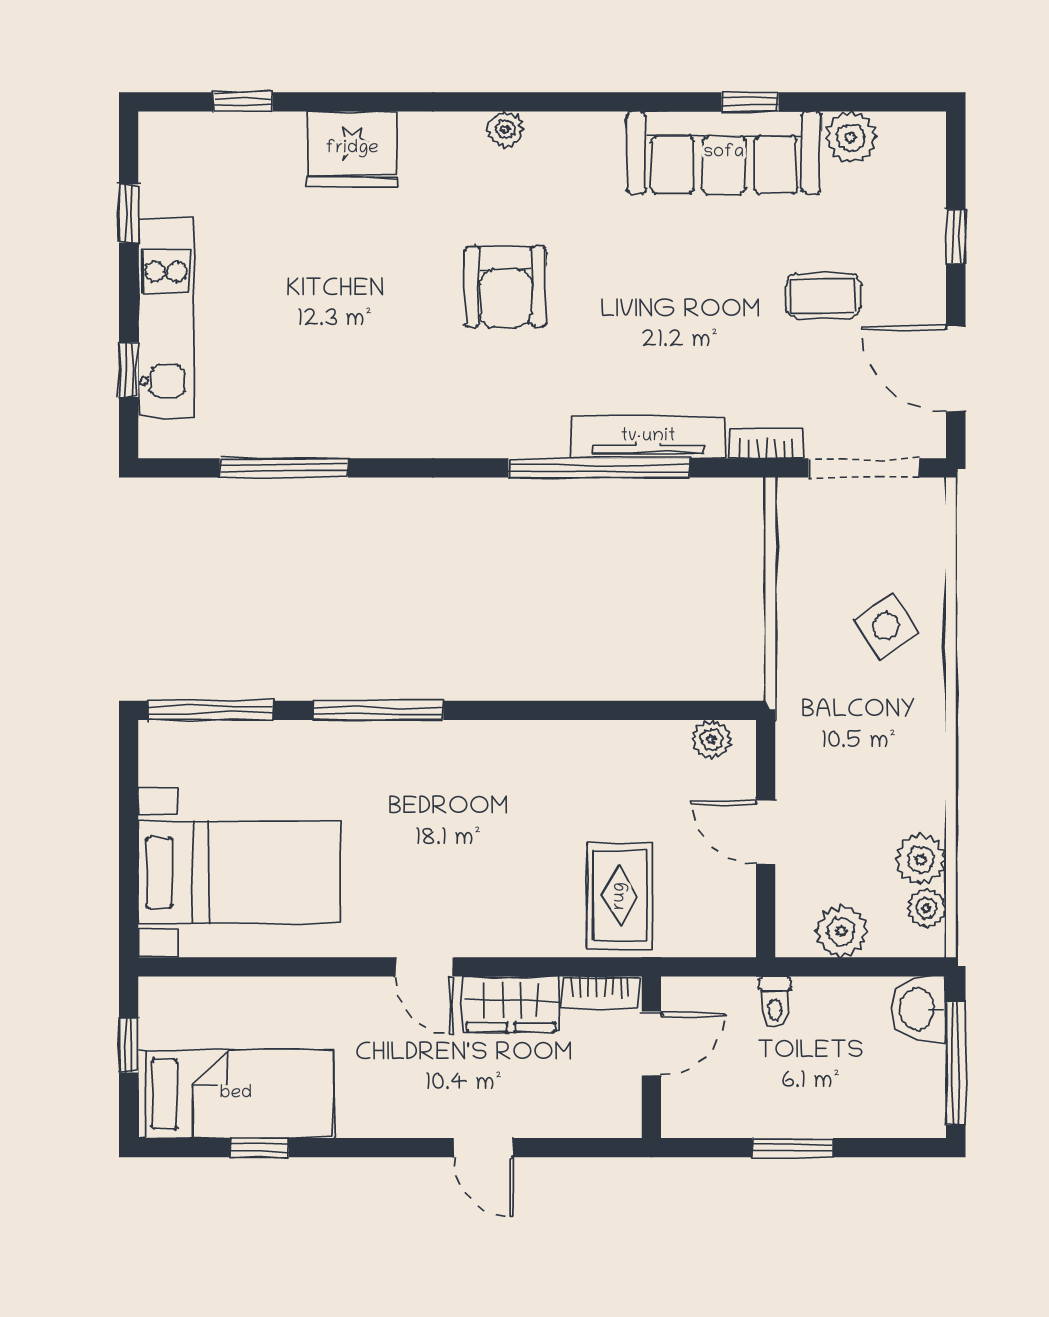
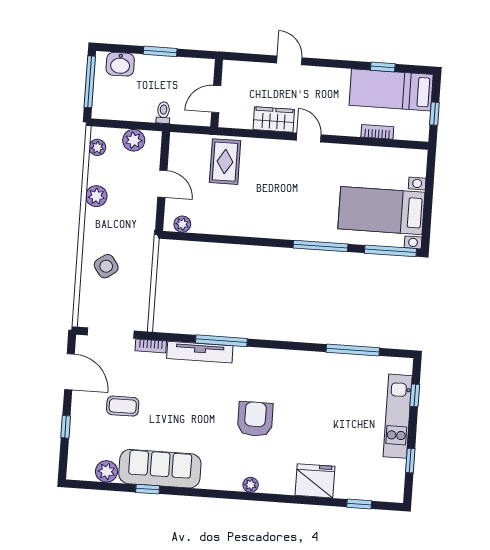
window: (599, 468) -> (221, 341), width x0.68
plant: (921, 859) -> (96, 196), moved
bed with nightstands: (239, 872) -> (381, 211), moved
bookcase: (600, 992) -> (377, 132), moved
washbasin: (919, 1009) -> (120, 64), moved, turned 90

